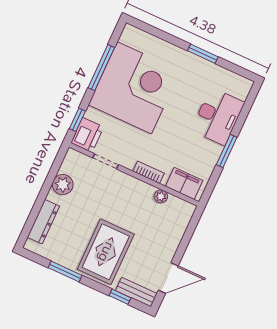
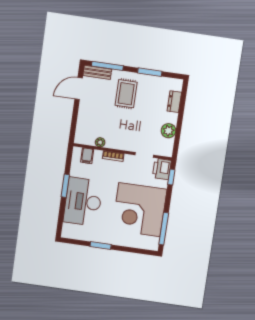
window: (101, 68) -> (164, 229), moved
desk: (218, 116) -> (83, 202), width x1.36, depth x1.30
filing cabinet: (184, 183) -> (87, 156), width x0.50
dresser: (43, 222) -> (174, 102), width x0.70
rug: (106, 252) -> (126, 94), width x0.73, depth x0.70
window: (120, 297) -> (107, 66), width x2.17

